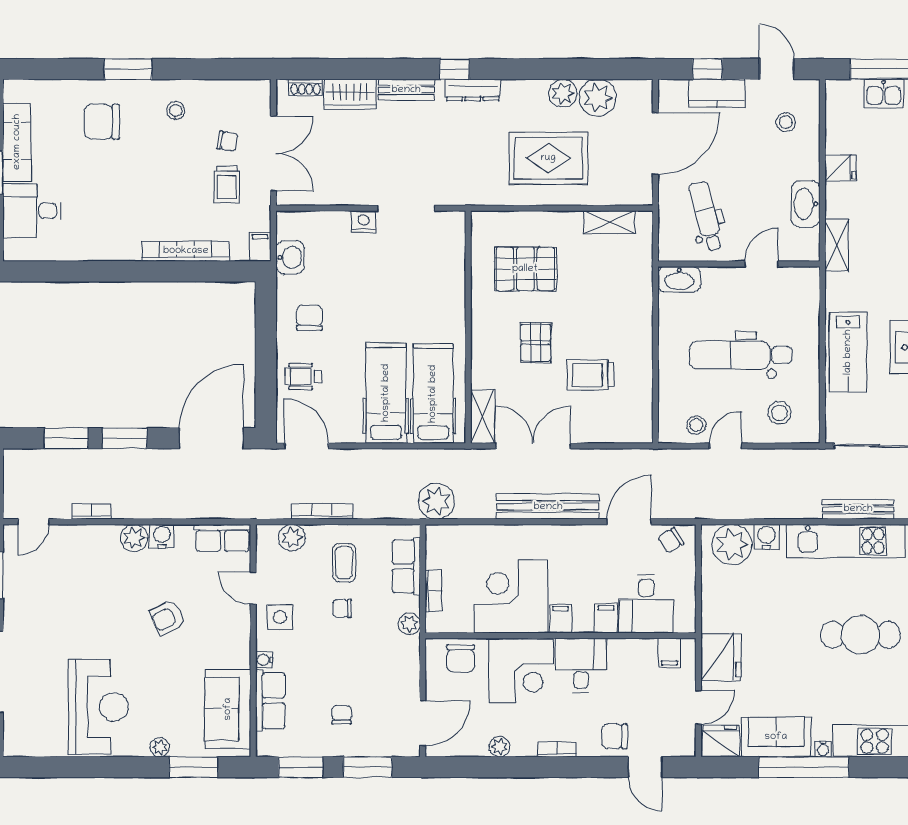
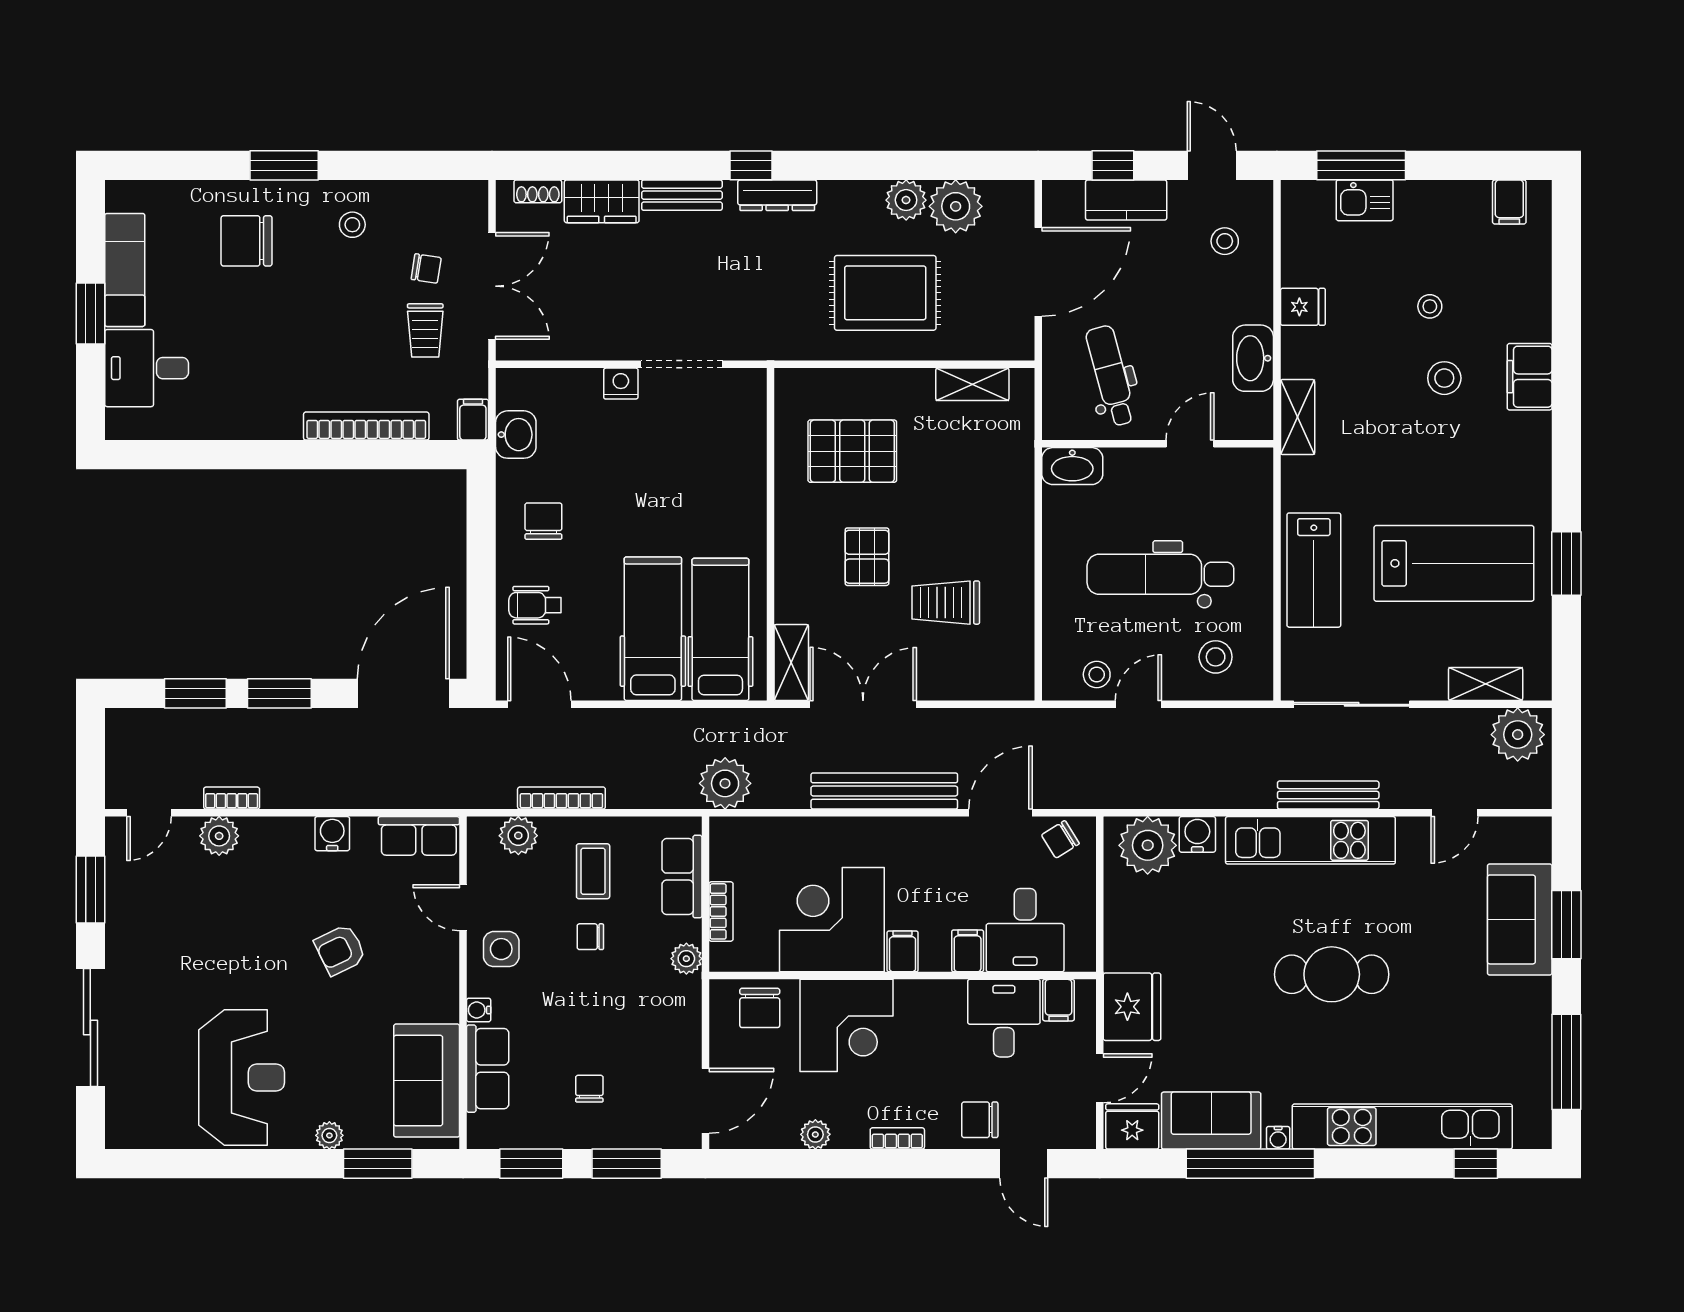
plant: (134, 538) -> (219, 836), moved
desk: (581, 665) -> (1004, 1018), moved

